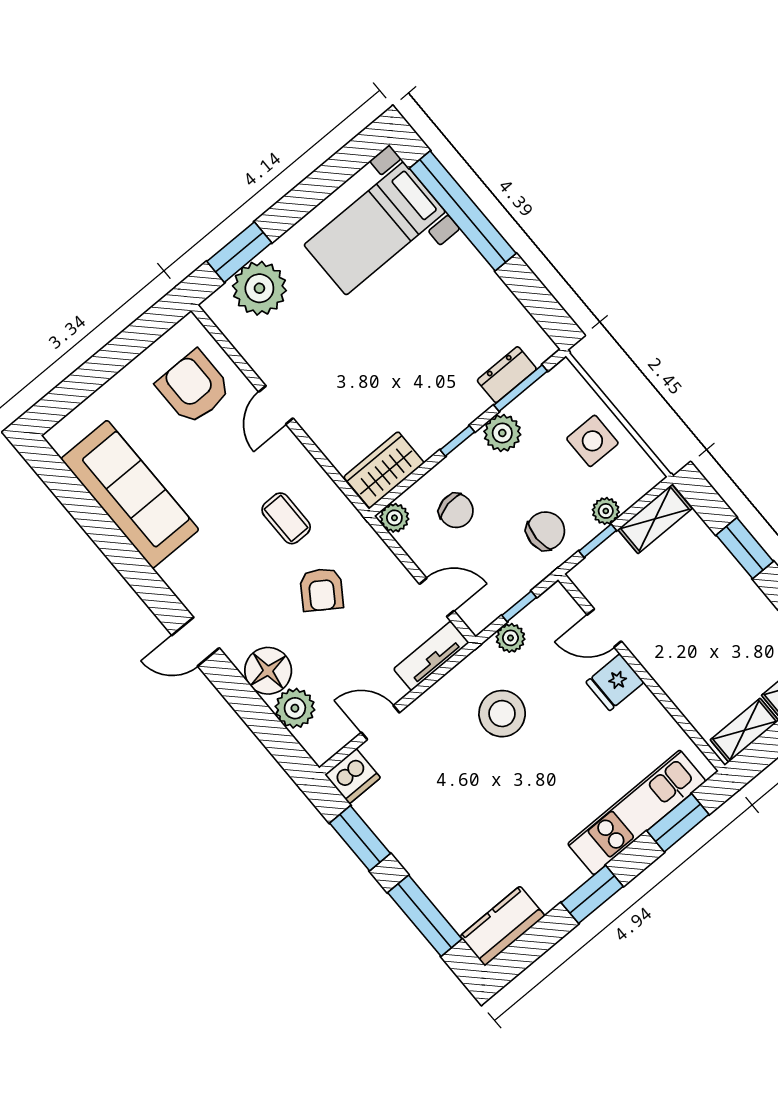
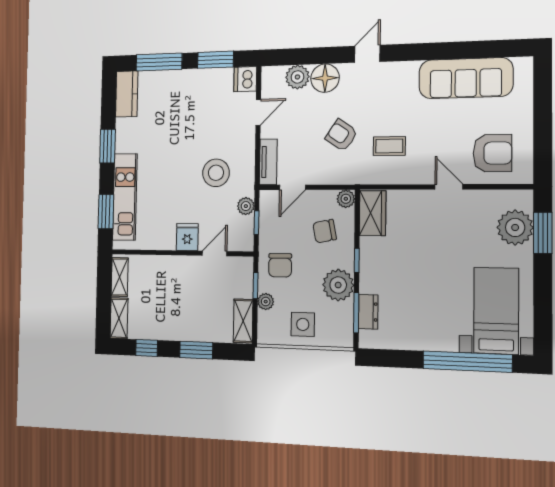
plant: (502, 433) -> (338, 285), width x1.36, depth x1.36

